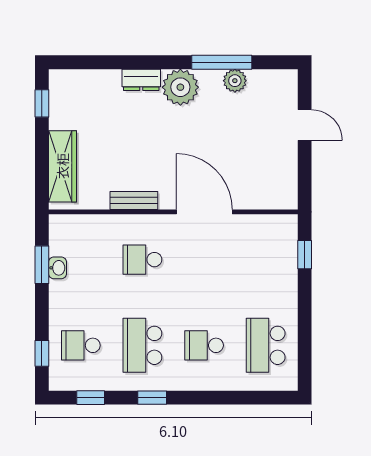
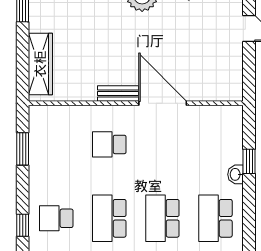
bench: (134, 200) -> (118, 94), moved
window: (305, 255) -> (249, 161), moved
washbasin: (57, 268) -> (236, 174), moved, turned 180
school desk: (204, 345) -> (162, 218), width x1.85

